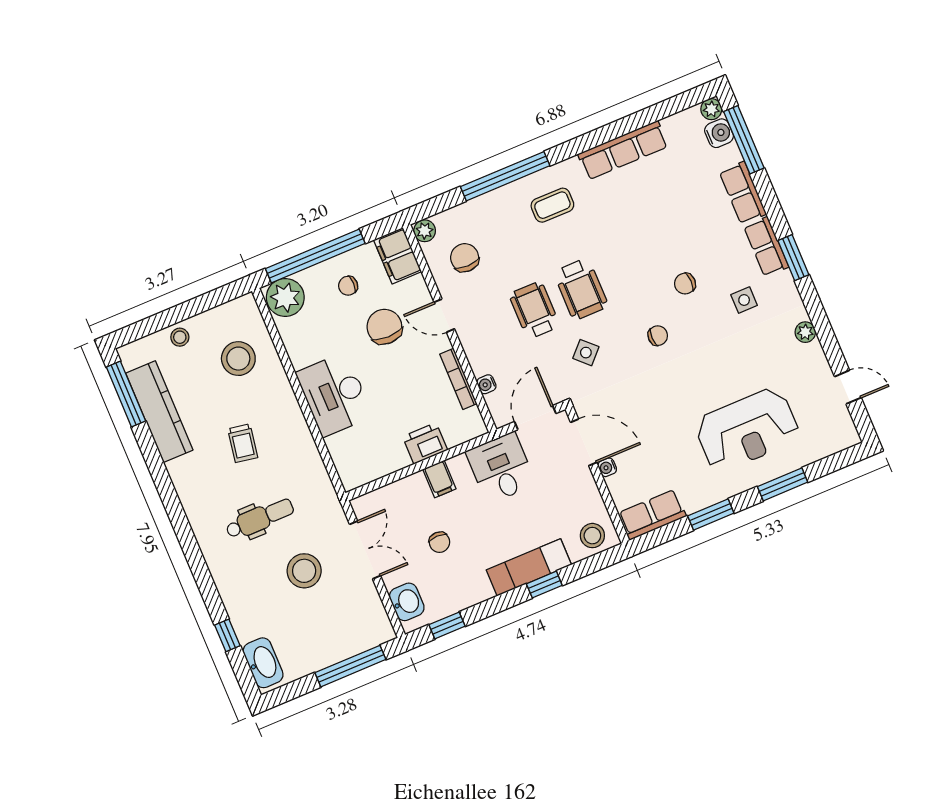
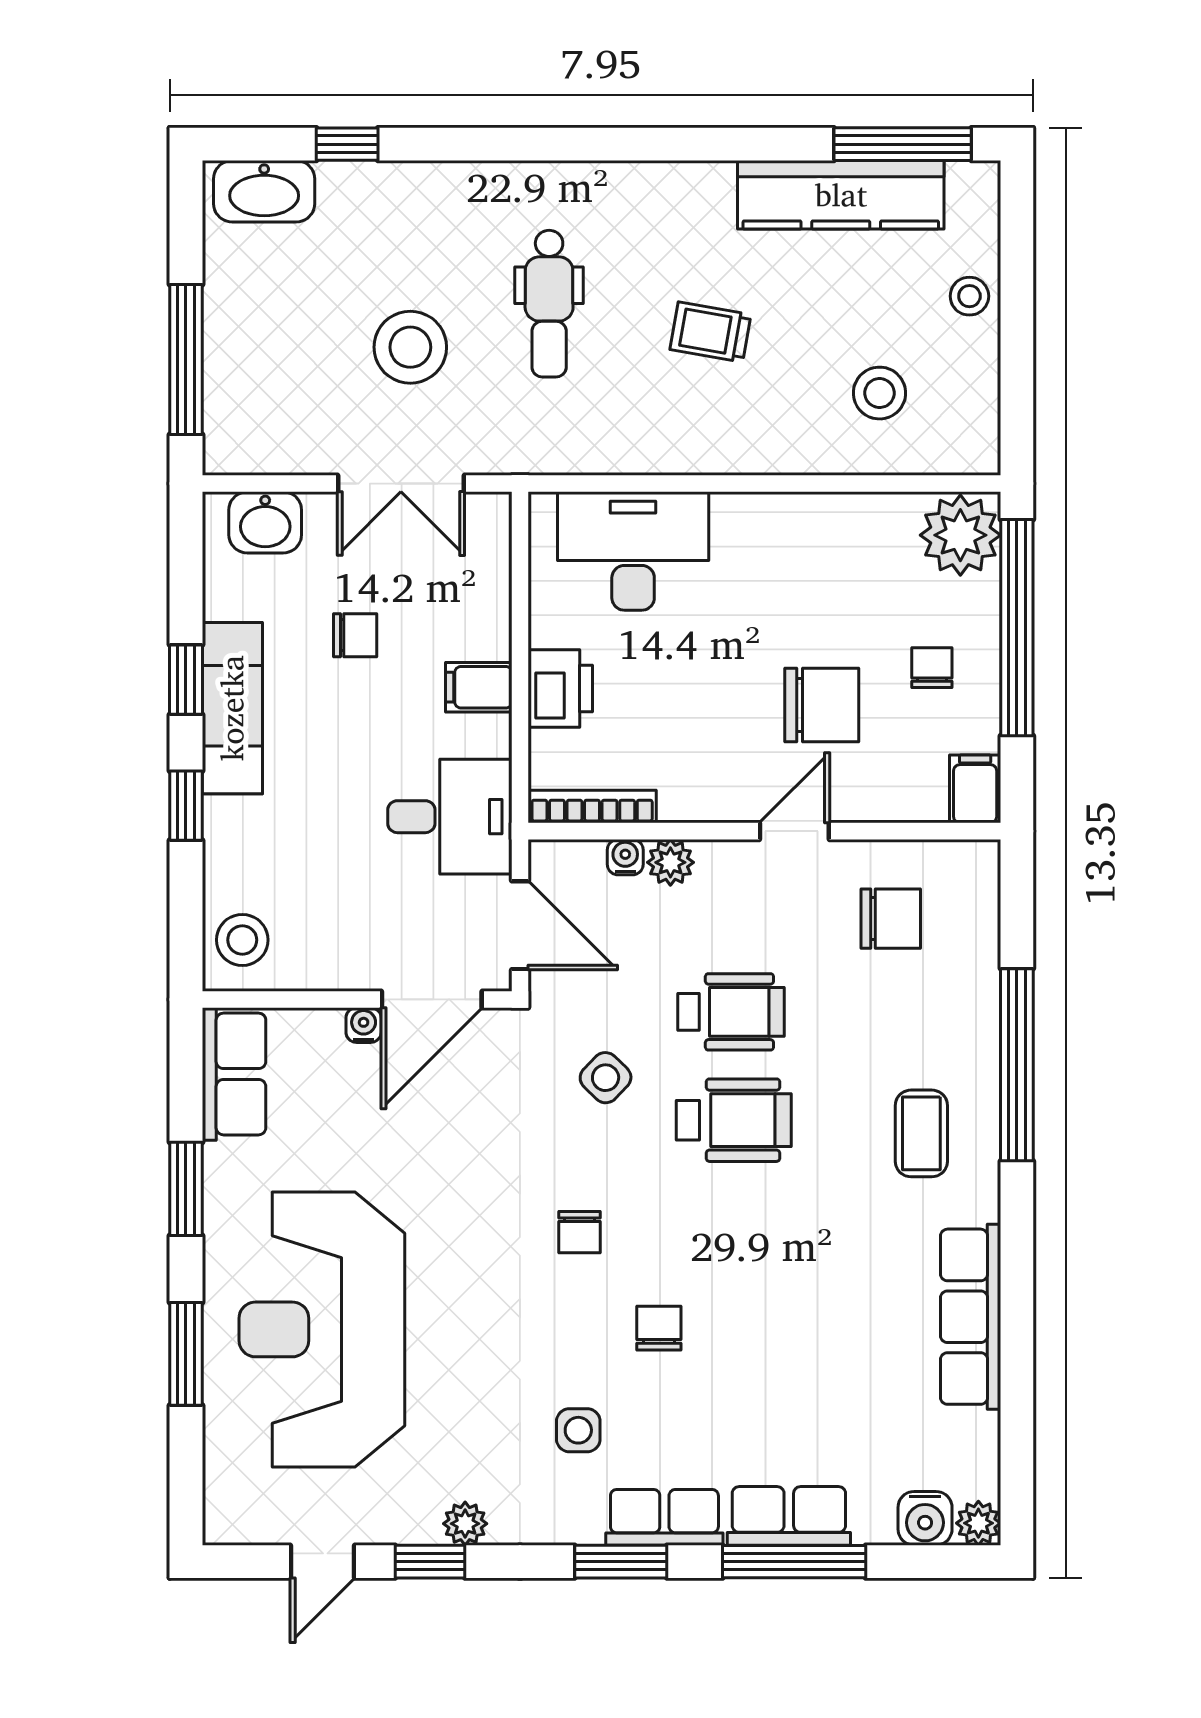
window: (744, 140) -> (794, 1562), moved
plant: (425, 231) -> (670, 862), moved
filing cabinet: (398, 256) -> (975, 789), width x0.50
wheelchair: (581, 289) -> (734, 1120), turned 180
window: (828, 340) -> (430, 1562), added
stool: (238, 359) -> (880, 393), width x0.73, depth x0.73
bookcase: (458, 379) -> (592, 807), moved
desk: (334, 395) -> (633, 551), moved
reception desk: (747, 430) -> (322, 1329), width x1.36, depth x1.30
chair: (439, 542) -> (355, 635), turned 180
exam couch: (529, 567) -> (232, 708), moved
window: (447, 625) -> (186, 680), moved

